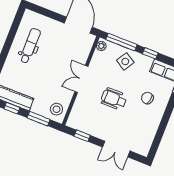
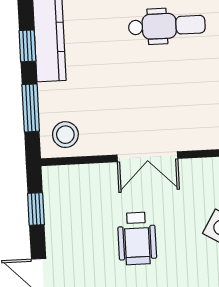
double door: (81, 79) -> (147, 157), swing flipped
wheelchair: (114, 99) -> (137, 238), turned 180

